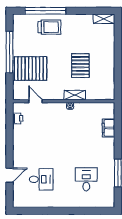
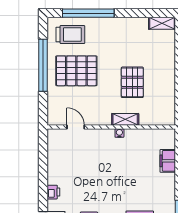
trolley: (49, 27) -> (70, 35), moved
pallet: (30, 68) -> (76, 71), moved
printer: (18, 118) -> (53, 192), moved

